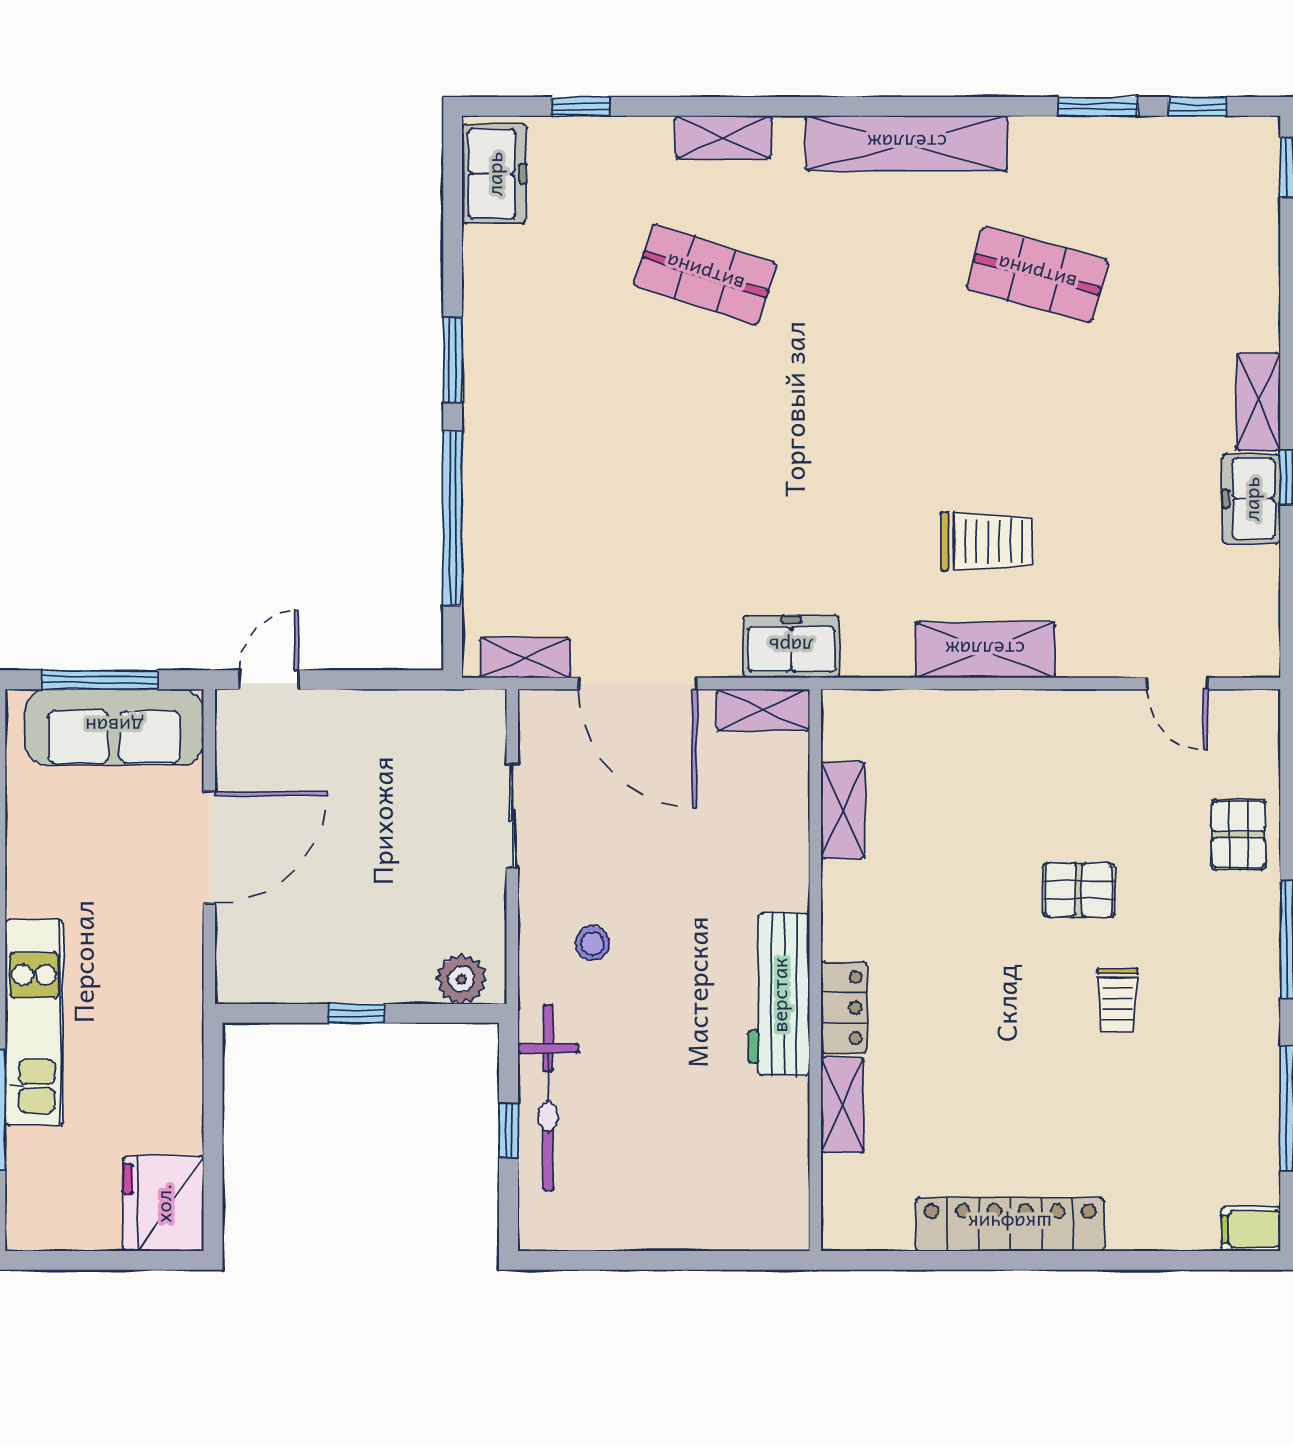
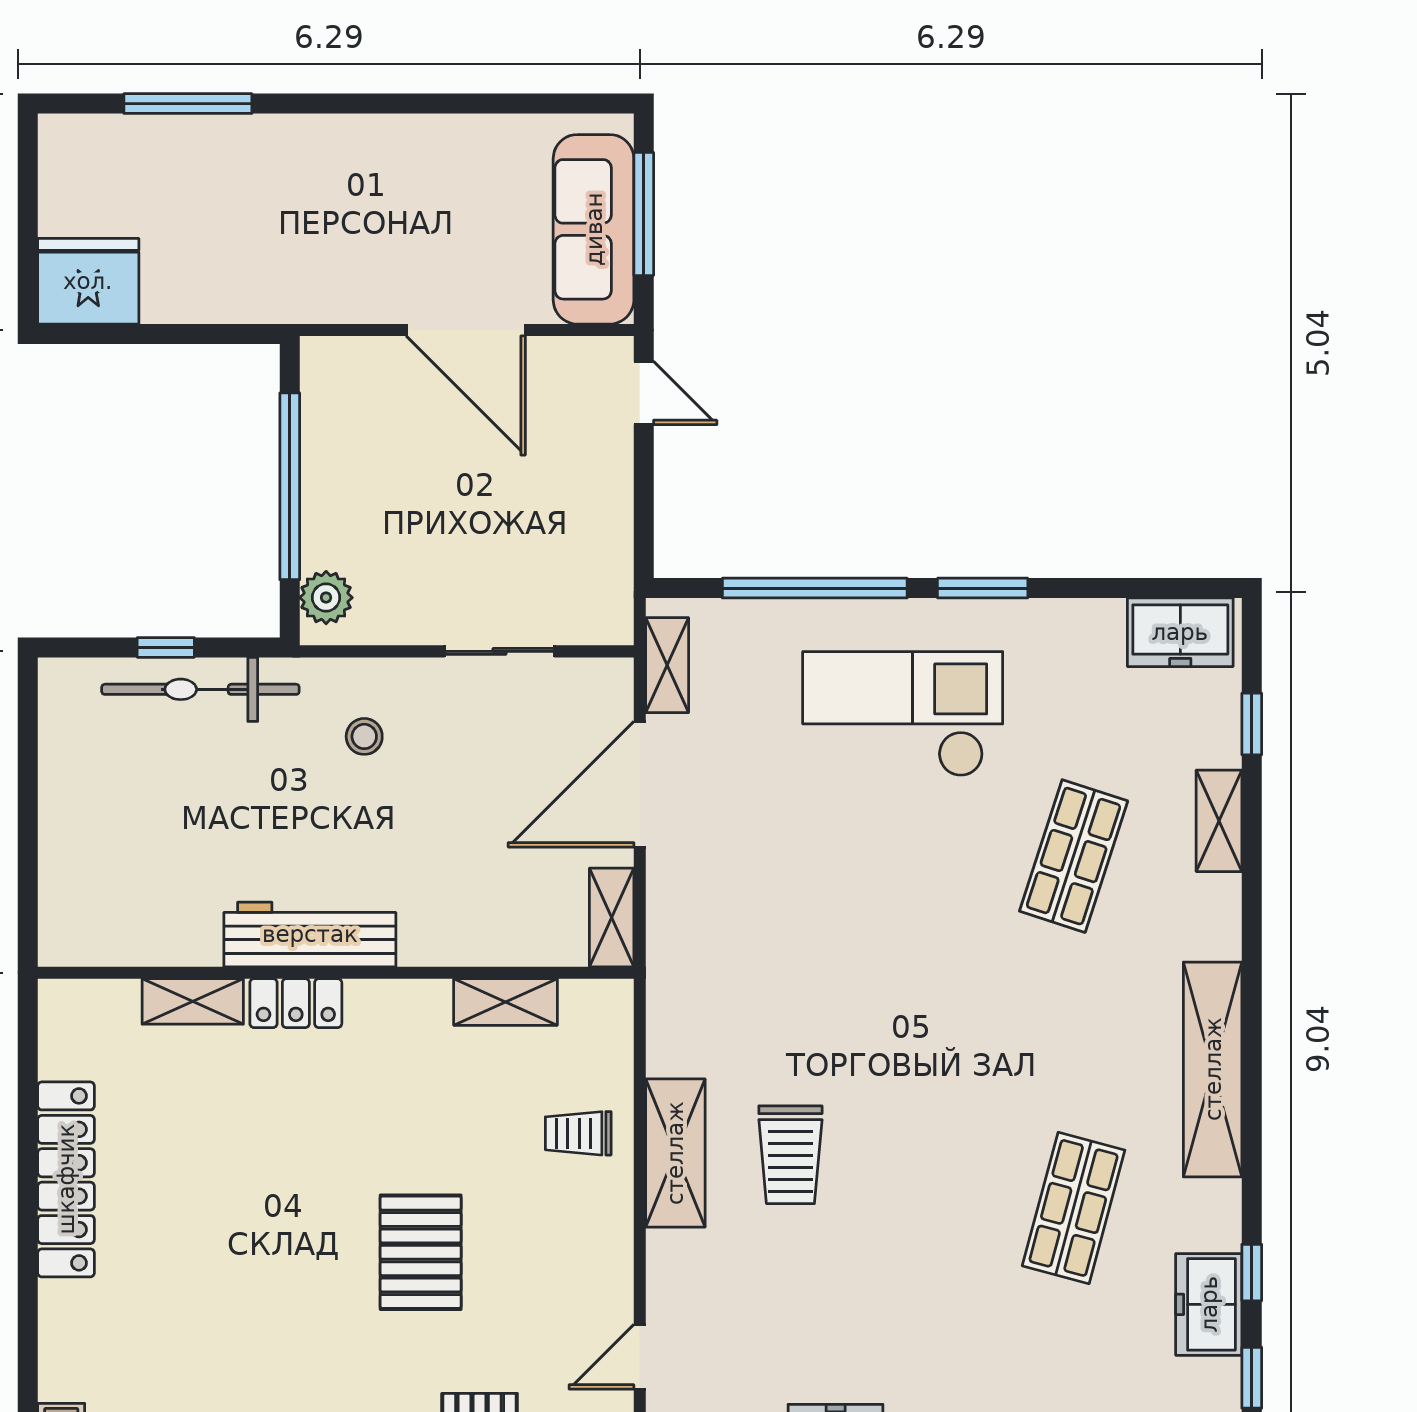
window: (1098, 106) -> (1252, 1273), width x0.67
shelving: (723, 137) -> (1219, 821), moved
checkout: (571, 436) -> (903, 714), added
freezer: (791, 647) -> (1209, 1304), moved, turned 180
pallet: (1079, 890) -> (421, 1252), width x1.50, depth x1.42
trolley: (1117, 999) -> (578, 1133), moved
window: (357, 1013) -> (290, 486), width x3.17
kitchen unit: (34, 1022) -> (280, 144), removed

